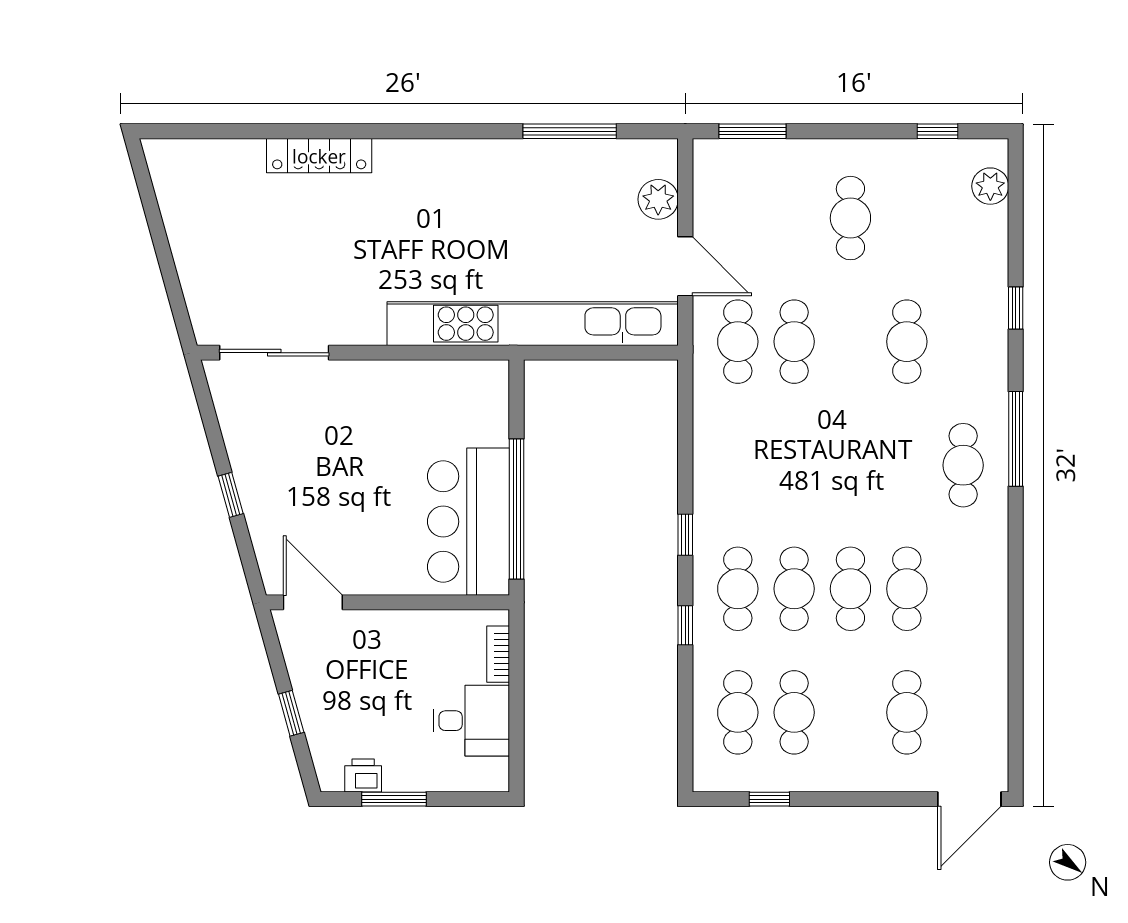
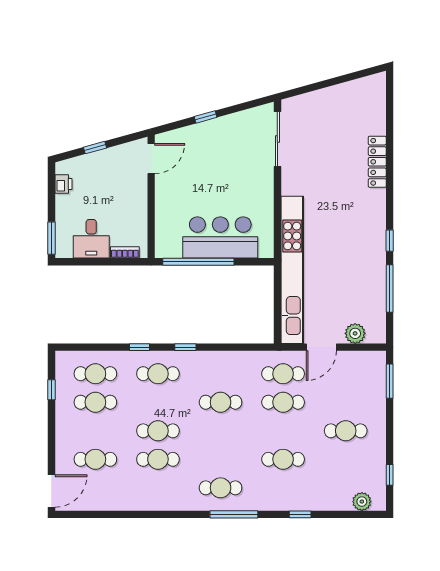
window: (475, 131) -> (390, 241), added
bar counter: (469, 522) -> (220, 237), moved
cafe table: (794, 589) -> (221, 402), moved
window: (394, 799) -> (51, 238), moved
door: (969, 799) -> (51, 491), swing flipped

